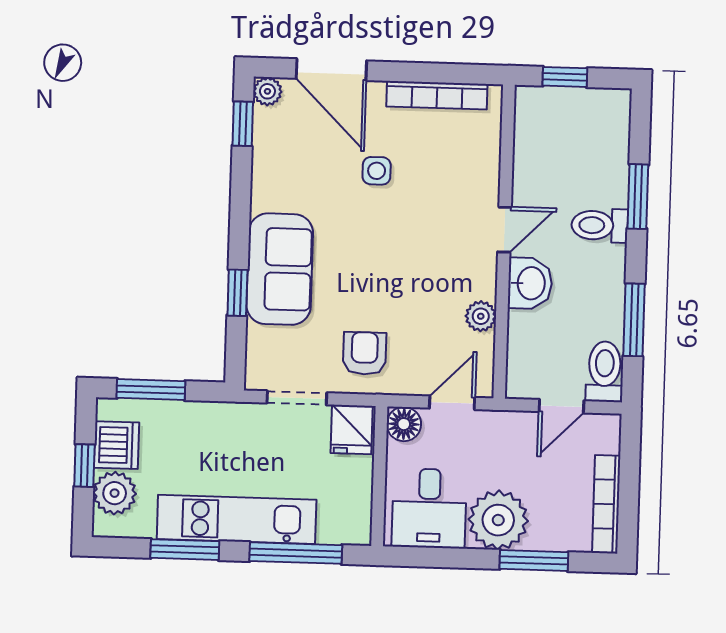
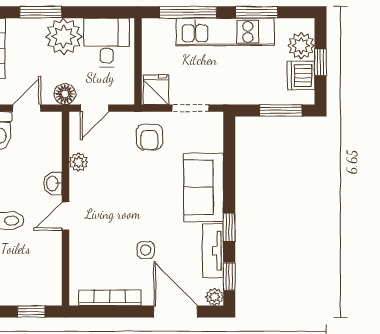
tv unit: (268, 166) -> (213, 251), added
washbasin: (530, 283) -> (53, 183), width x0.72, depth x0.69
window: (237, 293) -> (229, 227), moved
floor lamp: (404, 424) -> (65, 94), moved

